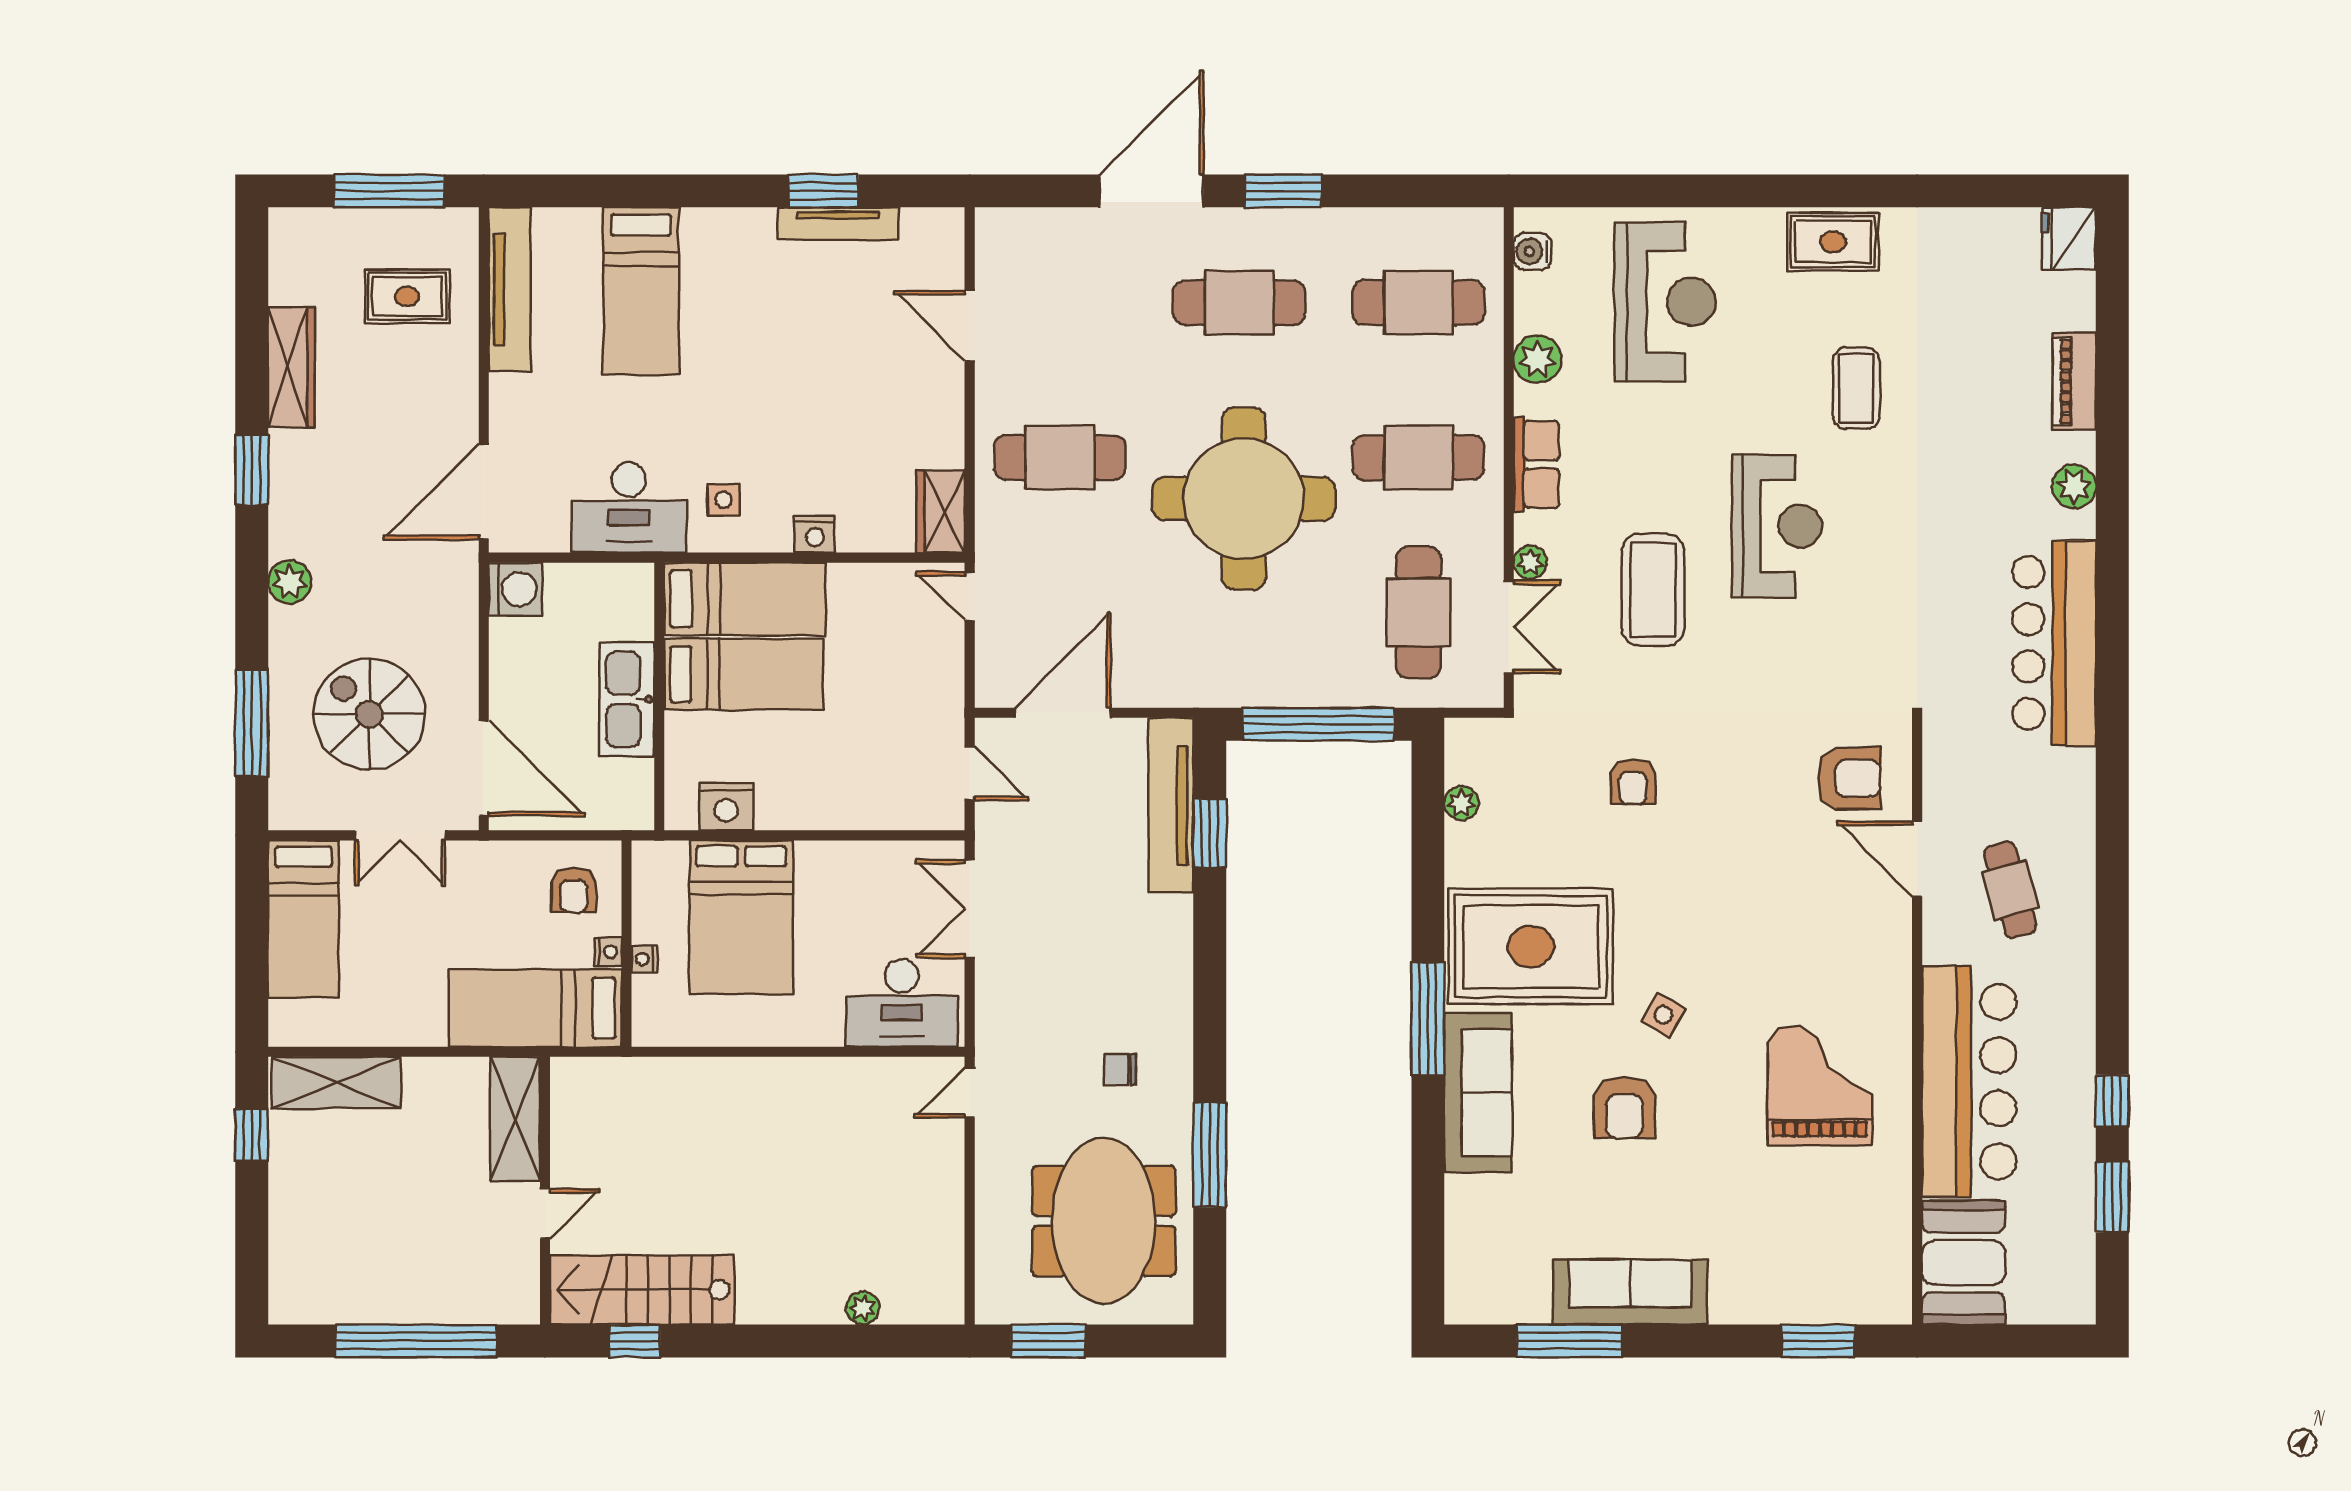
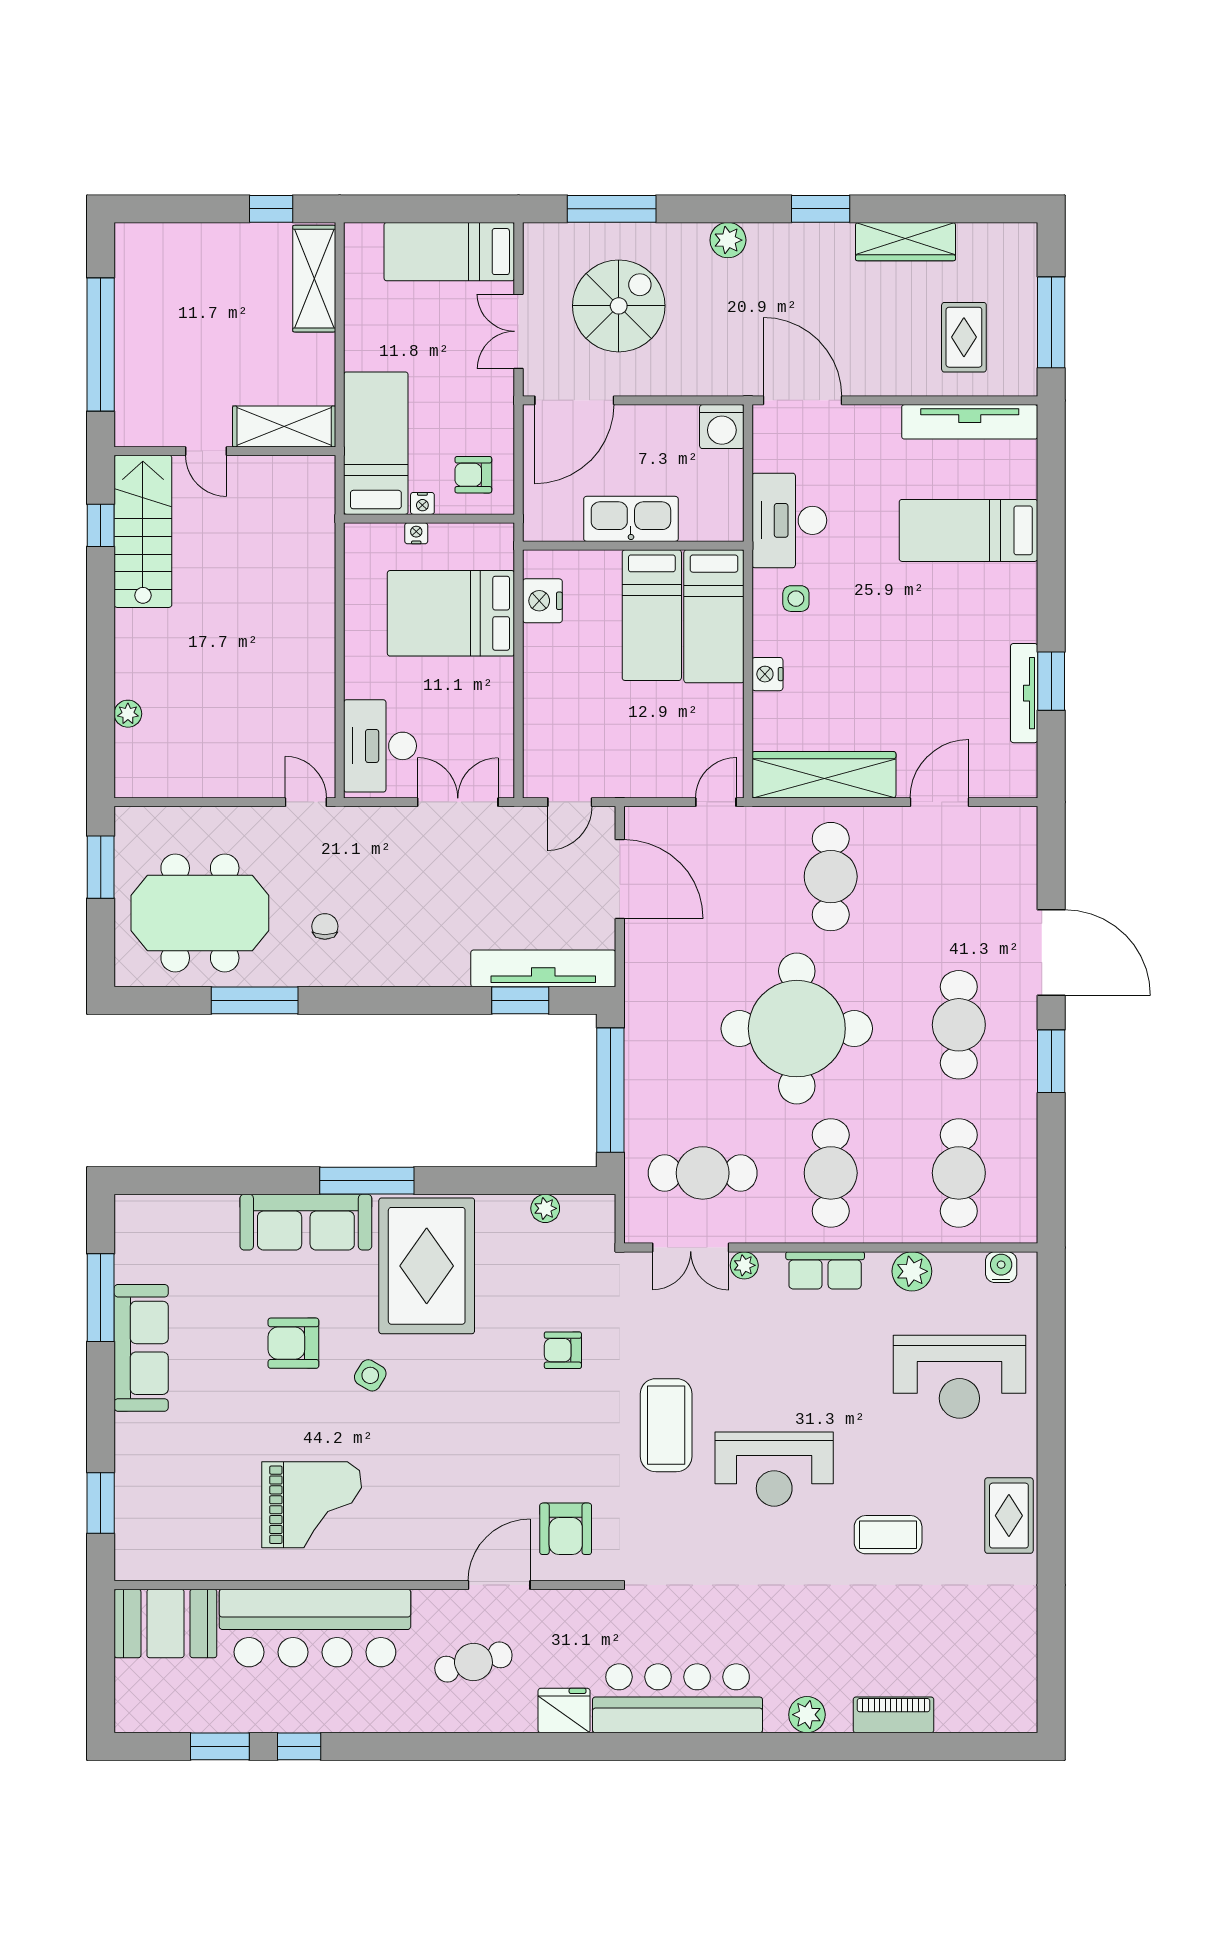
fridge: (2069, 239) -> (564, 1711), moved
wardrobe: (941, 511) -> (824, 775), width x2.10, depth x1.17
coffee table: (1653, 590) -> (666, 1425), moved, turned 90

